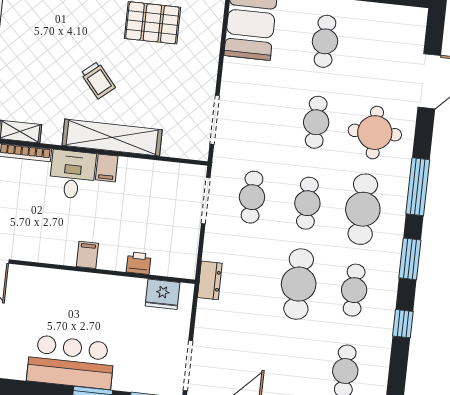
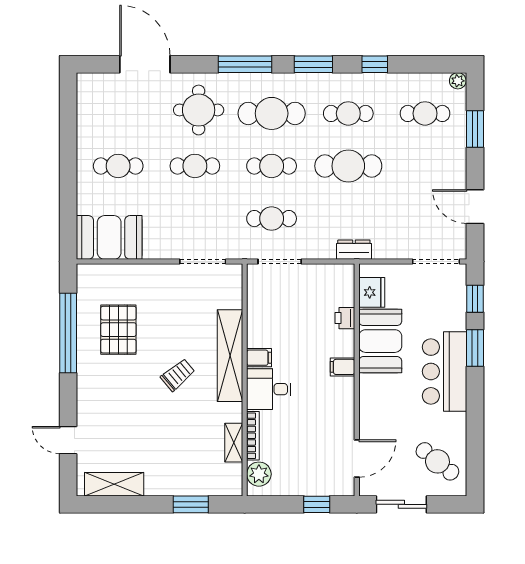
booth: (110, 298) -> (380, 341), added

